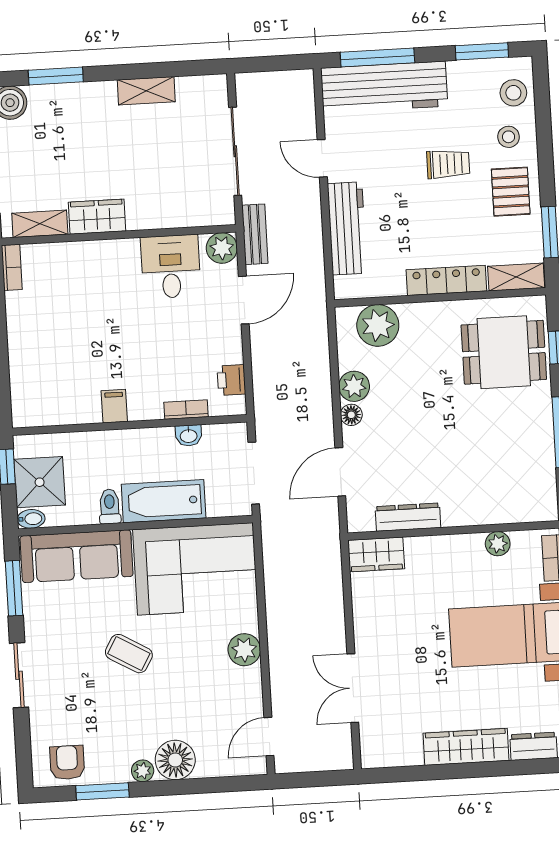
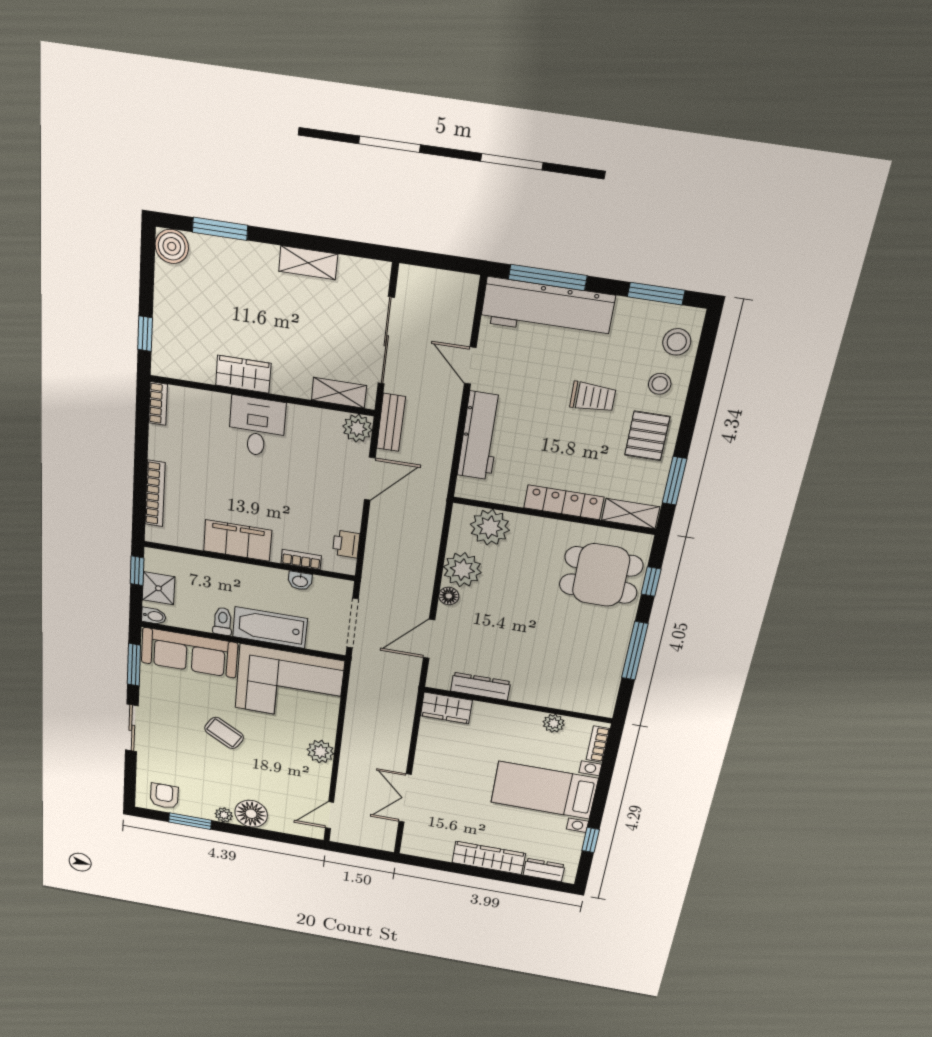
shelving: (40, 224) -> (339, 393), moved
desk: (171, 267) -> (257, 427), moved
bookcase: (18, 369) -> (155, 493), added
plant: (354, 386) -> (462, 570), width x1.36, depth x1.36
filing cabinet: (114, 406) -> (238, 540), width x3.00, depth x1.17
shower: (40, 482) -> (158, 588), width x0.73, depth x0.73

